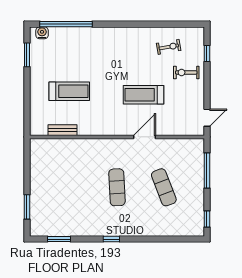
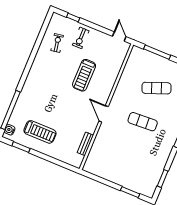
treadmill: (69, 91) -> (40, 132), moved, turned 90
door: (144, 137) -> (104, 114), moved

